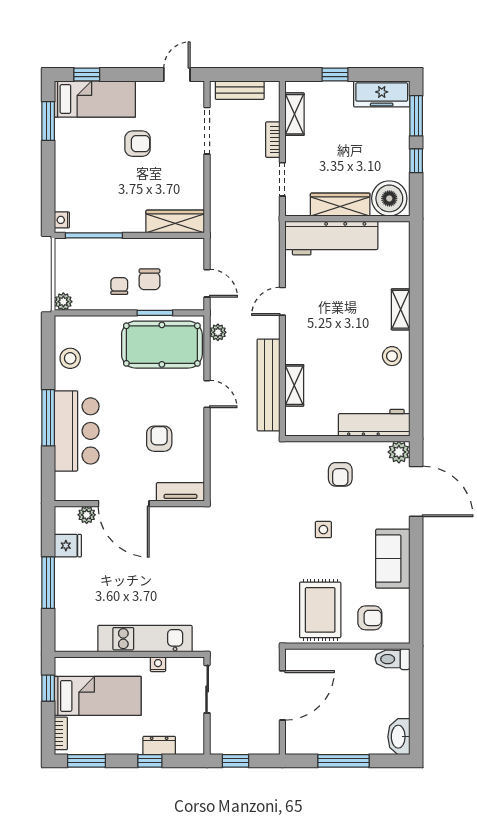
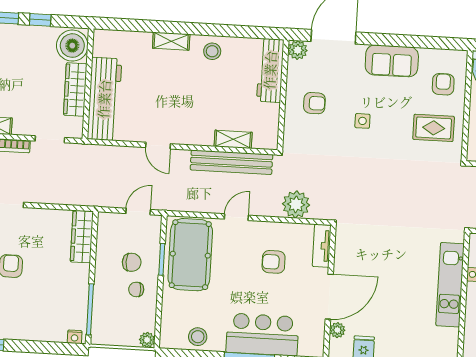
plant: (218, 332) -> (296, 204), moved, width x1.88, depth x1.88
rug: (320, 610) -> (434, 128), width x0.73, depth x0.70

